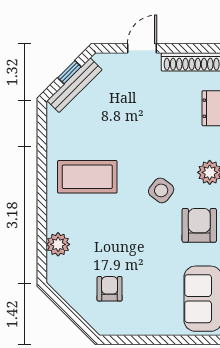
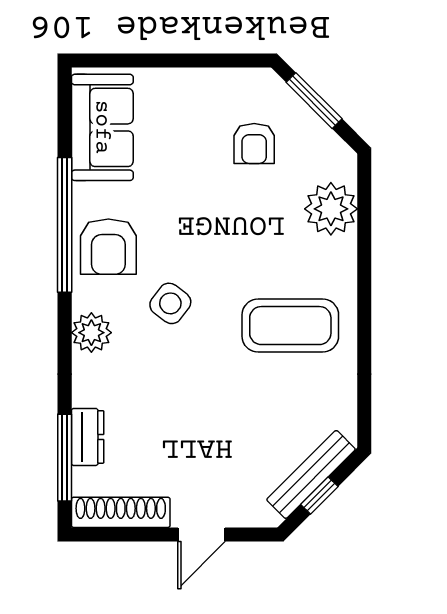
plant: (58, 244) -> (331, 209), width x1.36, depth x1.36
window: (73, 315) -> (314, 101), added

